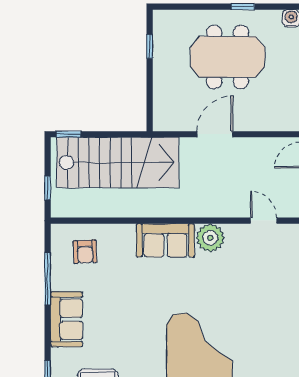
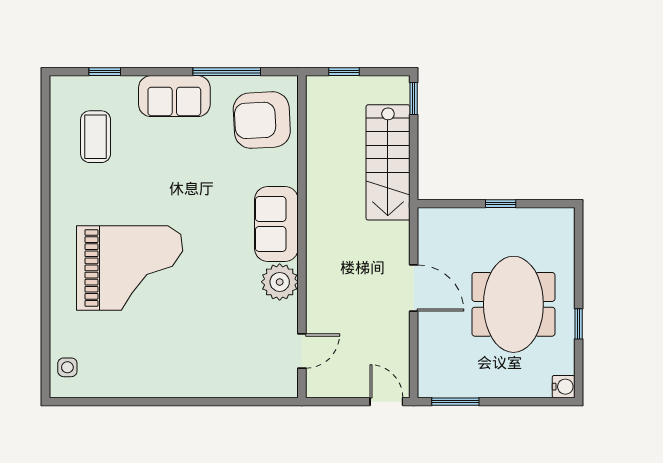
window: (150, 46) -> (501, 204), moved
stairs: (118, 163) -> (388, 162), width x0.73, depth x0.66
armchair: (85, 252) -> (262, 120), width x1.88, depth x1.88

